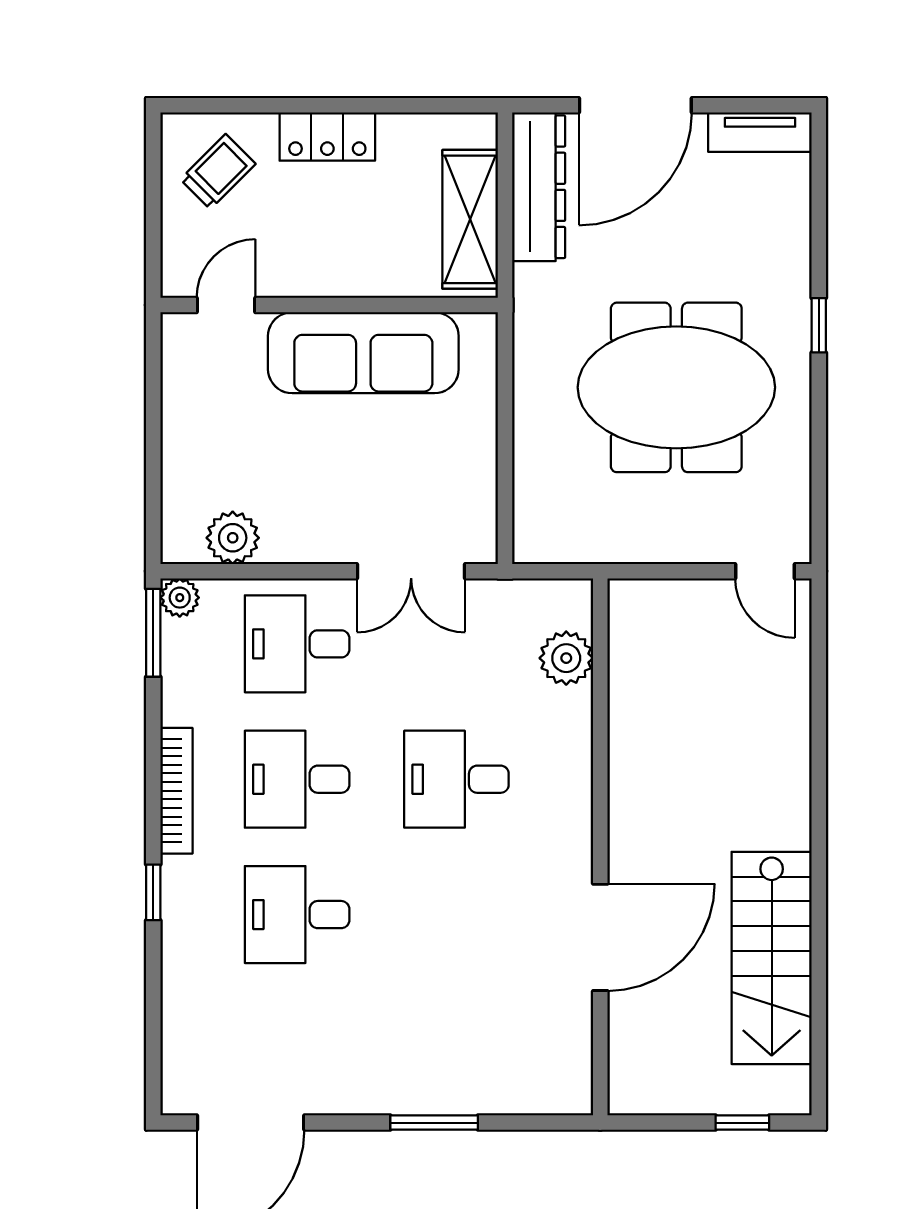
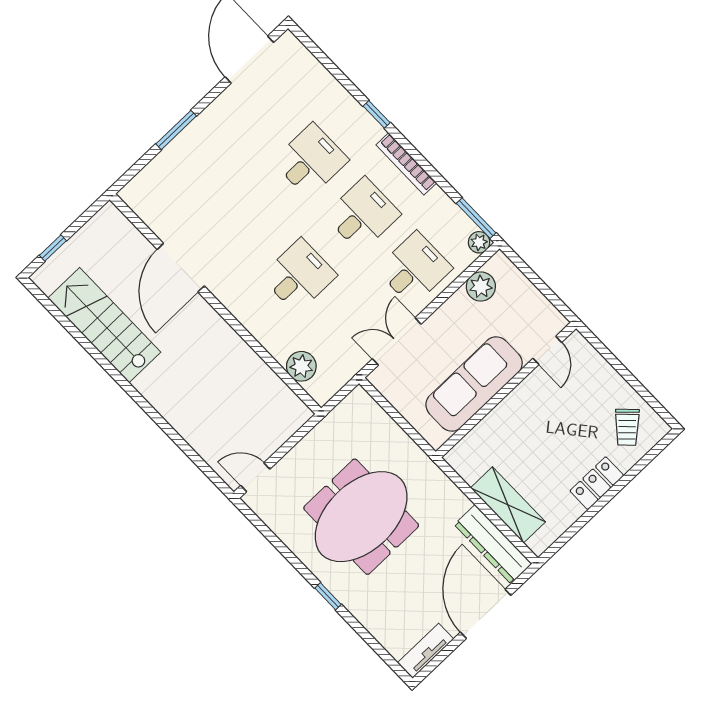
door: (226, 305) -> (547, 350), moved
wall: (329, 305) -> (506, 390), moved
sofa: (363, 353) -> (474, 384), moved

